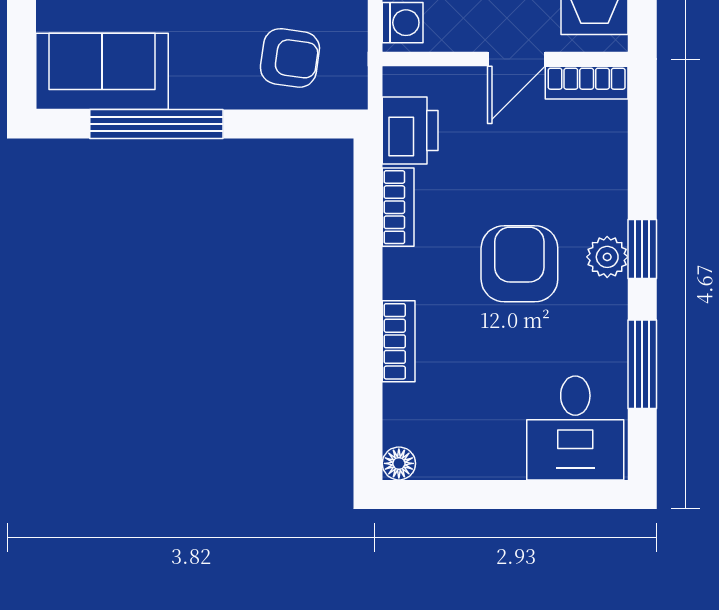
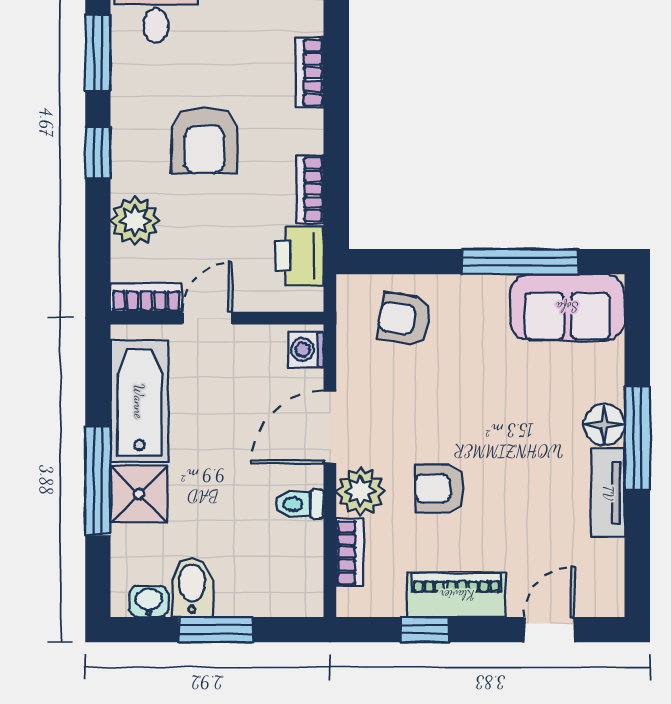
plant: (607, 257) -> (135, 221), moved, width x1.38, depth x1.38

